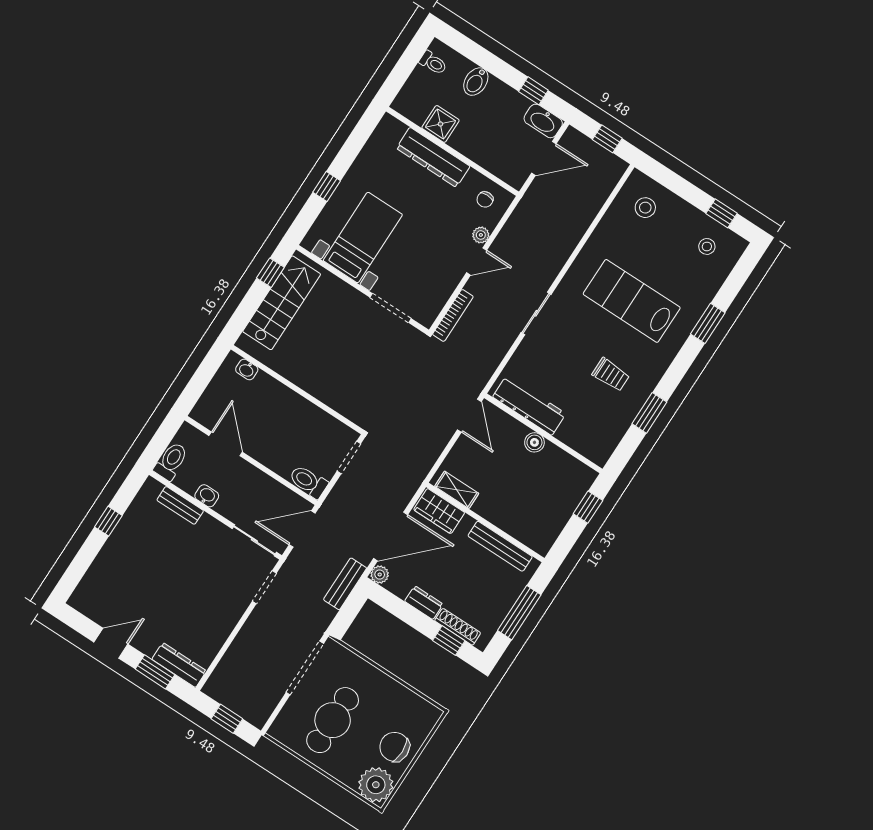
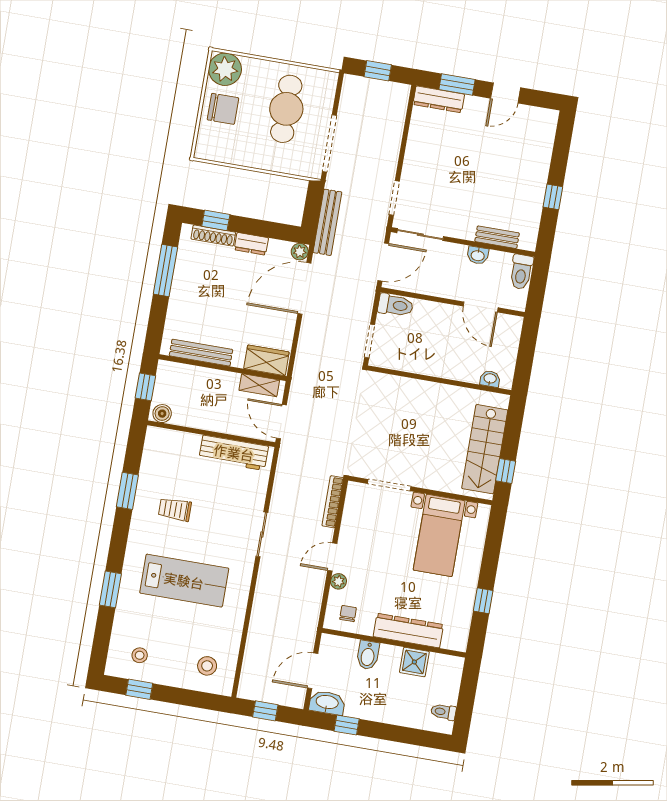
bidet: (476, 82) -> (368, 655), moved, turned 180
window: (327, 186) -> (483, 601), moved
boiler: (534, 442) -> (162, 414), moved
shelving: (457, 490) -> (259, 385), moved
wardrobe: (439, 511) -> (266, 360), moved
wall: (485, 522) -> (223, 368), moved
bench: (500, 546) -> (201, 353), moved
bench: (345, 584) -> (327, 222), width x1.36

